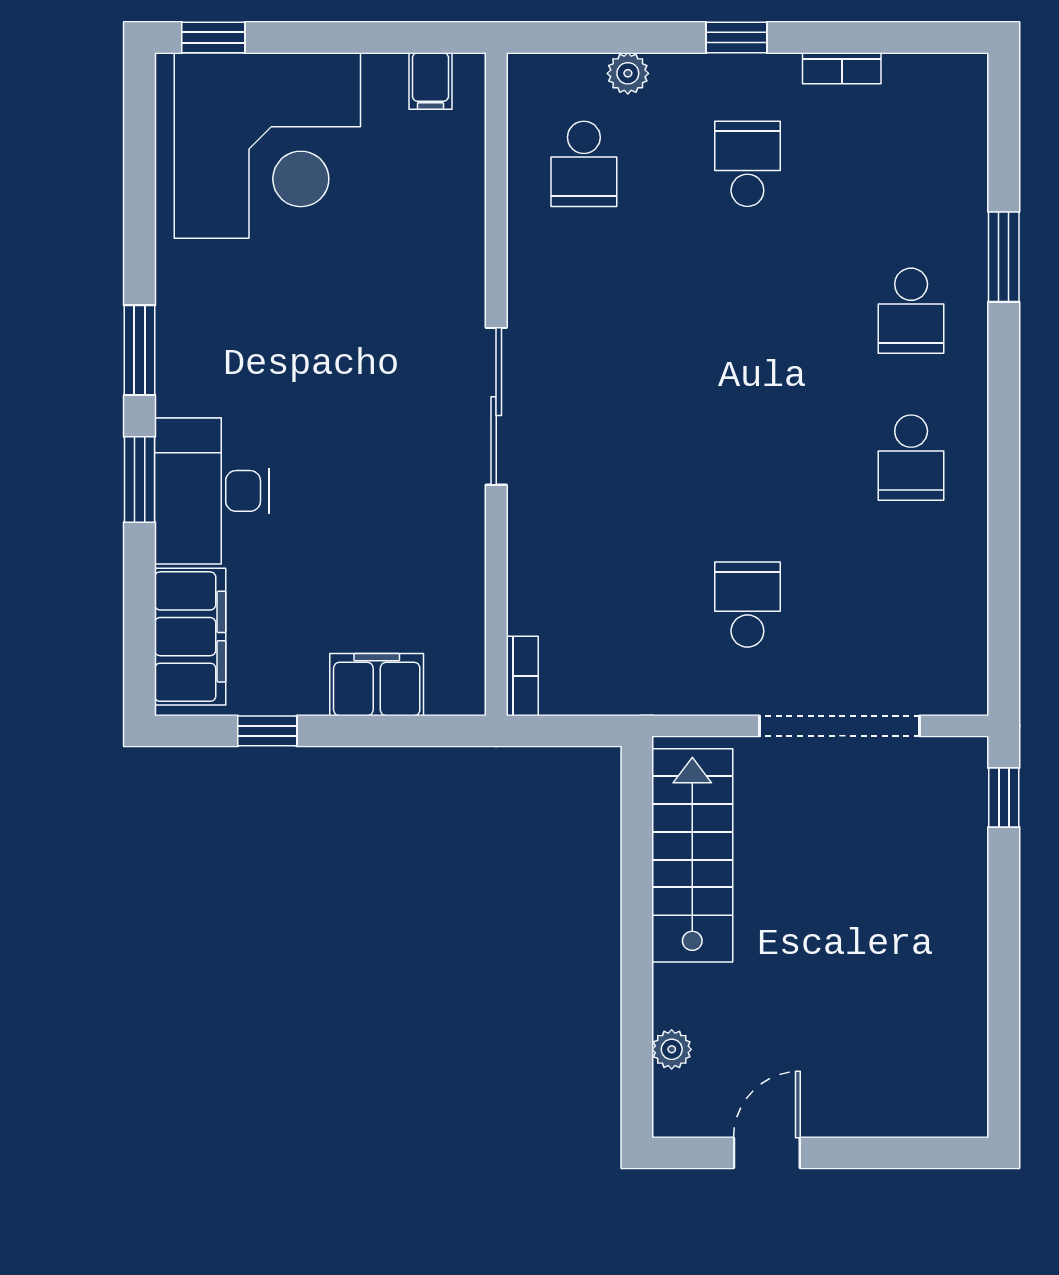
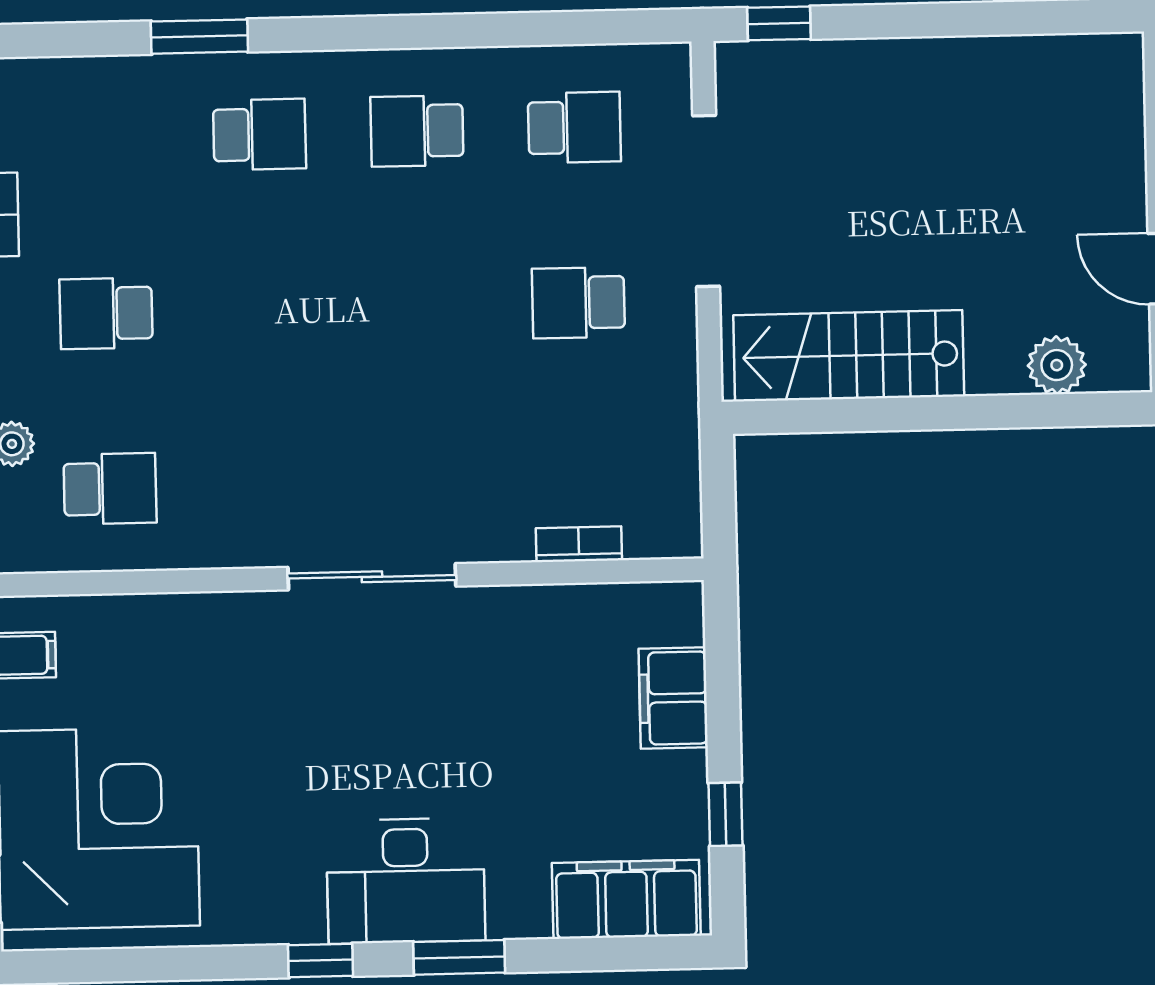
window: (140, 350) -> (321, 960), width x0.67
school desk: (911, 458) -> (417, 131), turned 180
desk: (212, 491) -> (406, 881), moved
school desk: (911, 605) -> (574, 127), added
bookcase: (522, 676) -> (579, 544), moved
plant: (672, 1049) -> (1057, 365), width x1.38, depth x1.38

